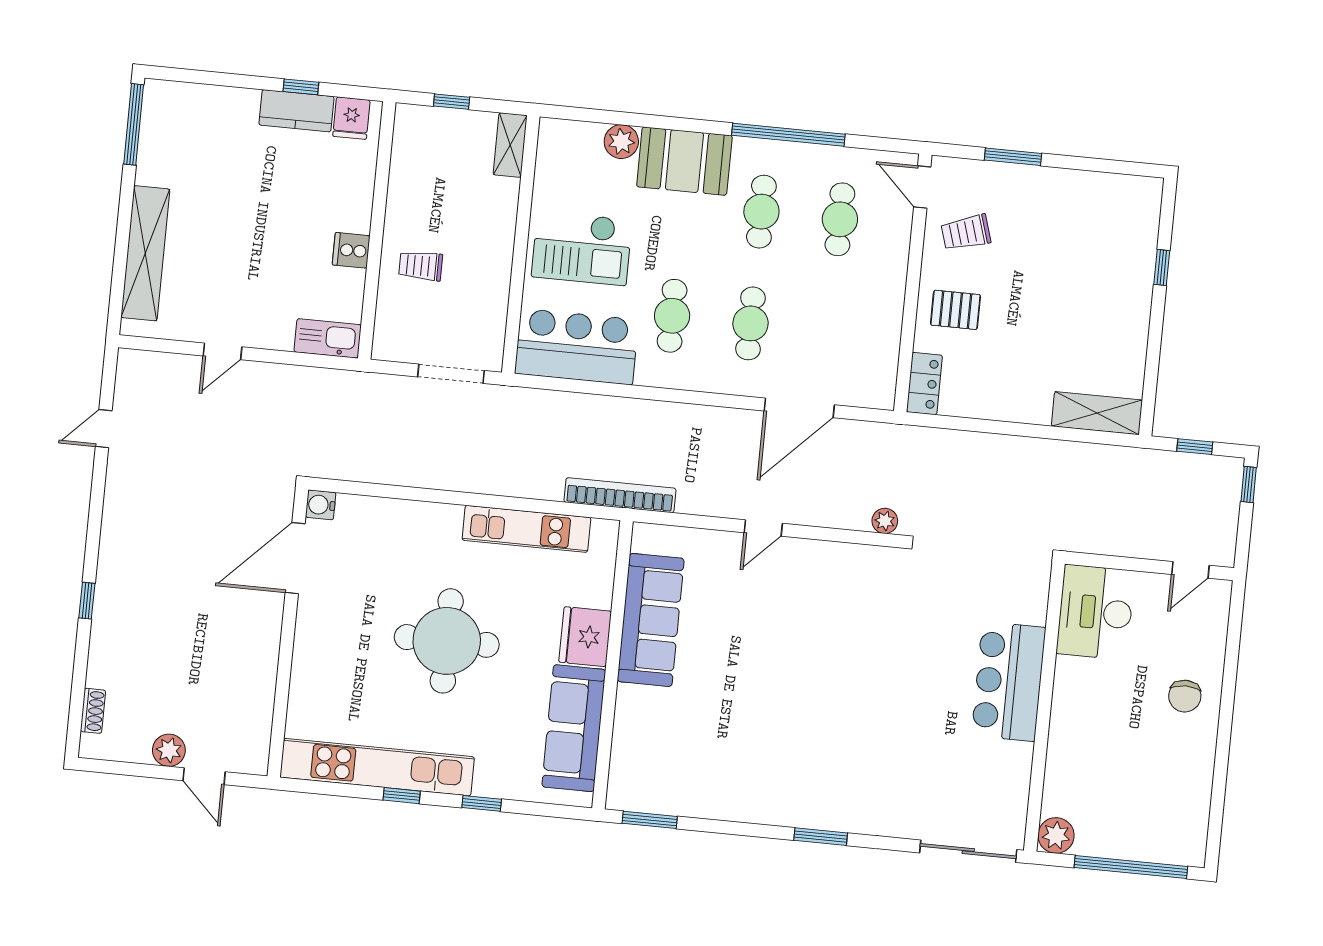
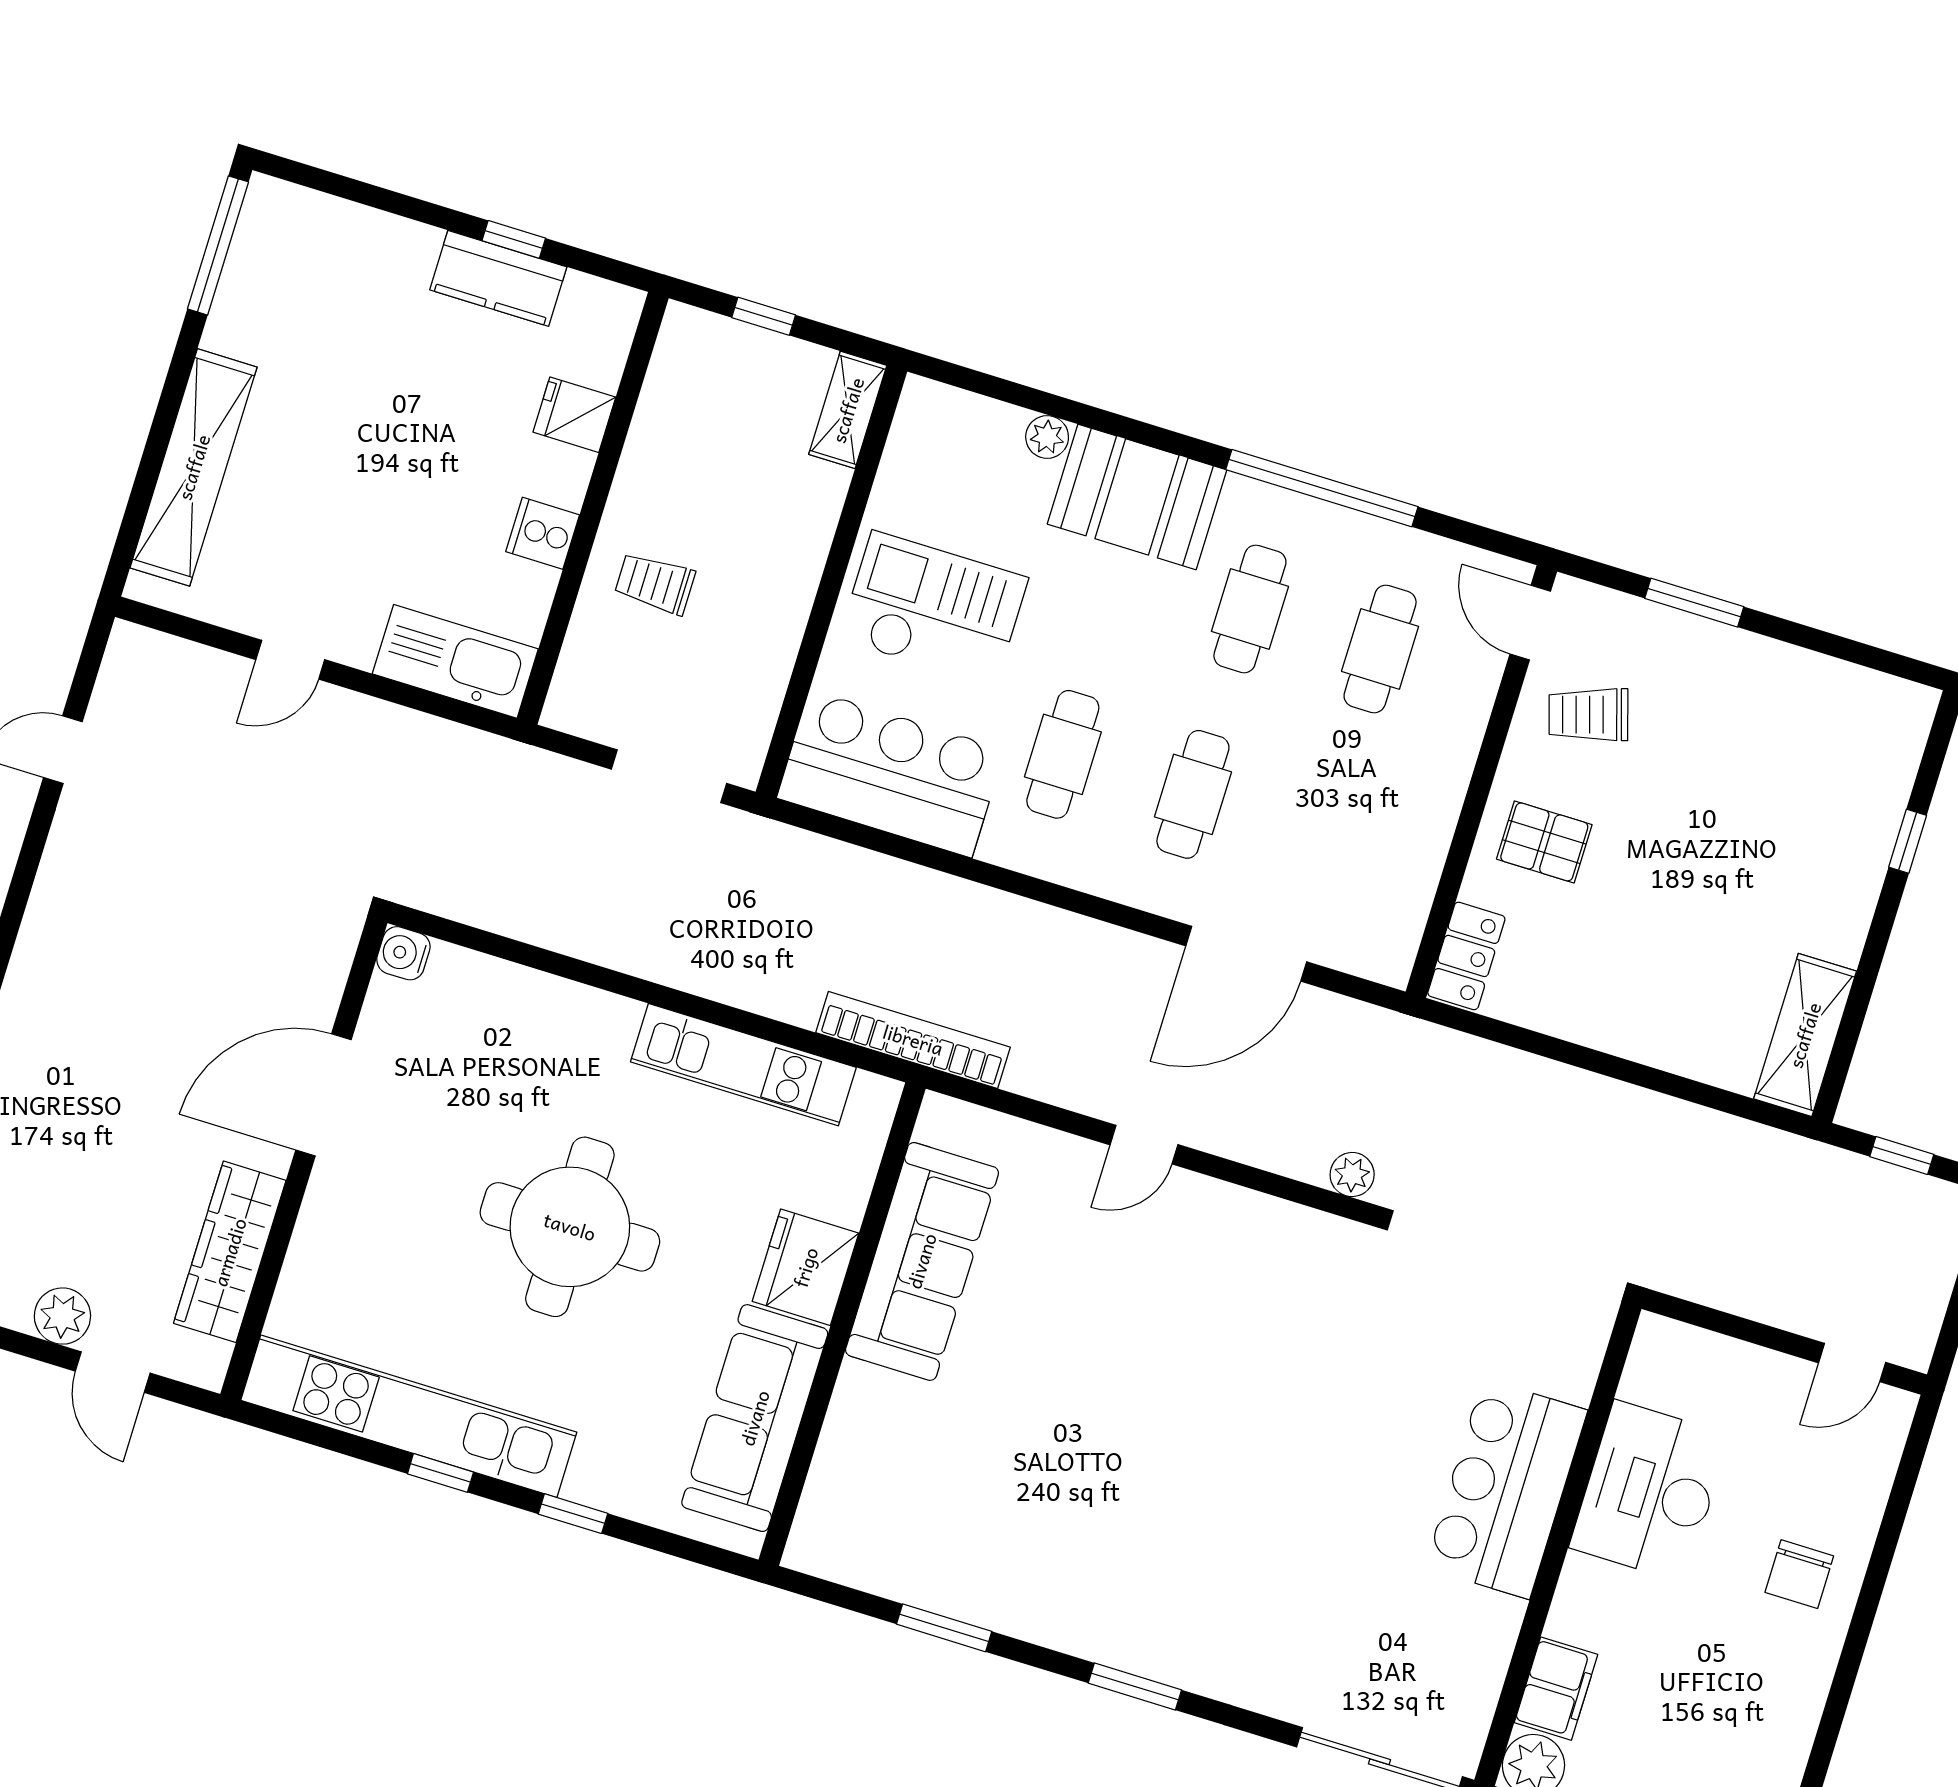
fridge: (351, 118) -> (574, 415), moved, turned 90
plant: (621, 142) -> (1047, 437), width x0.73, depth x0.73
checkout: (582, 248) -> (933, 609), turned 180
kitchen sink: (328, 338) -> (455, 661), width x1.36, depth x1.24
shelving: (1097, 413) -> (1805, 1035), moved, turned 90
door: (295, 558) -> (323, 1095), moved
desk: (1096, 612) -> (1649, 1491), moved
wardrobe: (256, 694) -> (230, 1252), added
filing cabinet: (1060, 789) -> (1556, 1689), added
window: (650, 820) -> (944, 1628), moved

